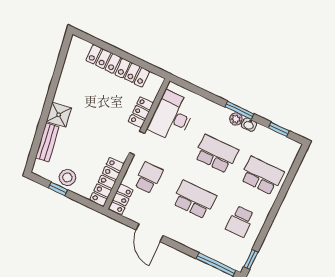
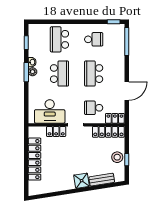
school desk: (216, 154) -> (59, 74), turned 180

